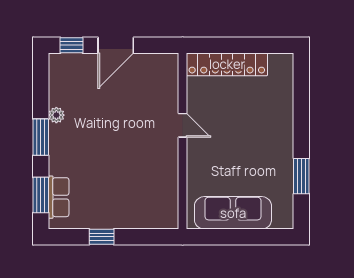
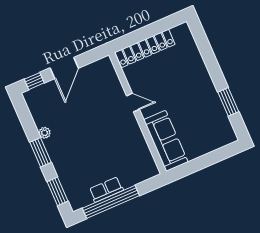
row of seats: (59, 197) -> (106, 190), moved, turned -90
sofa: (233, 213) -> (166, 141), moved, turned 90
window: (102, 237) -> (111, 202), width x3.17

